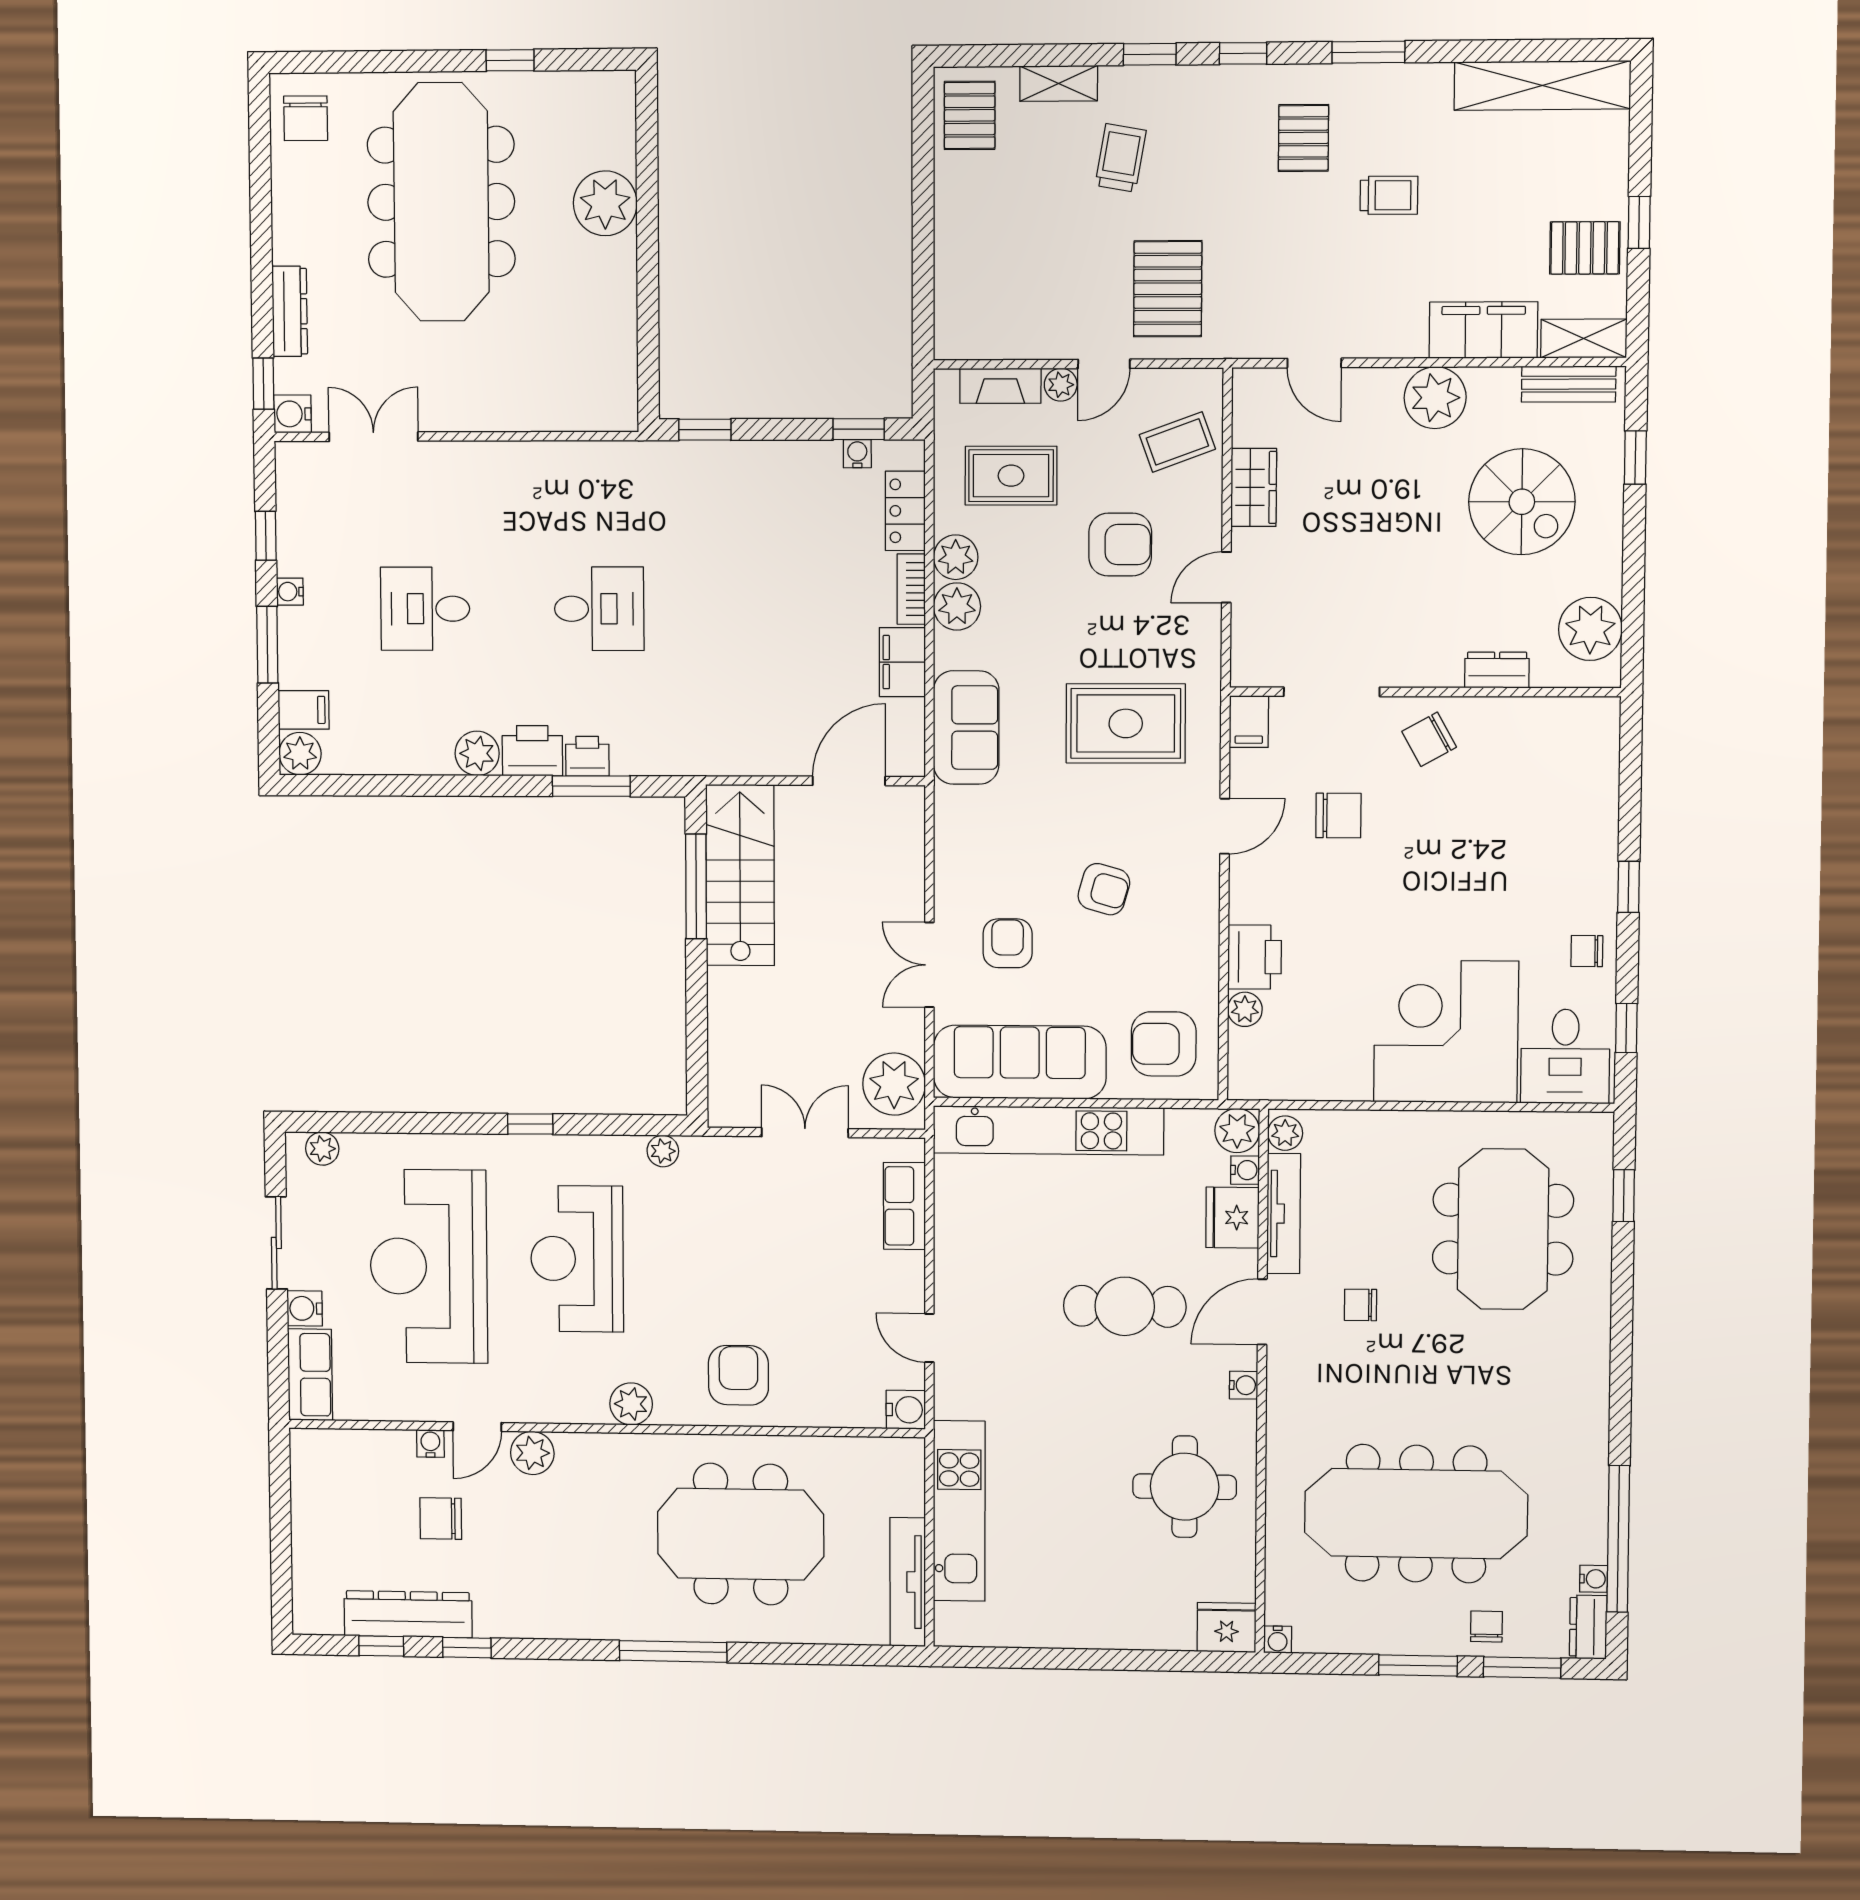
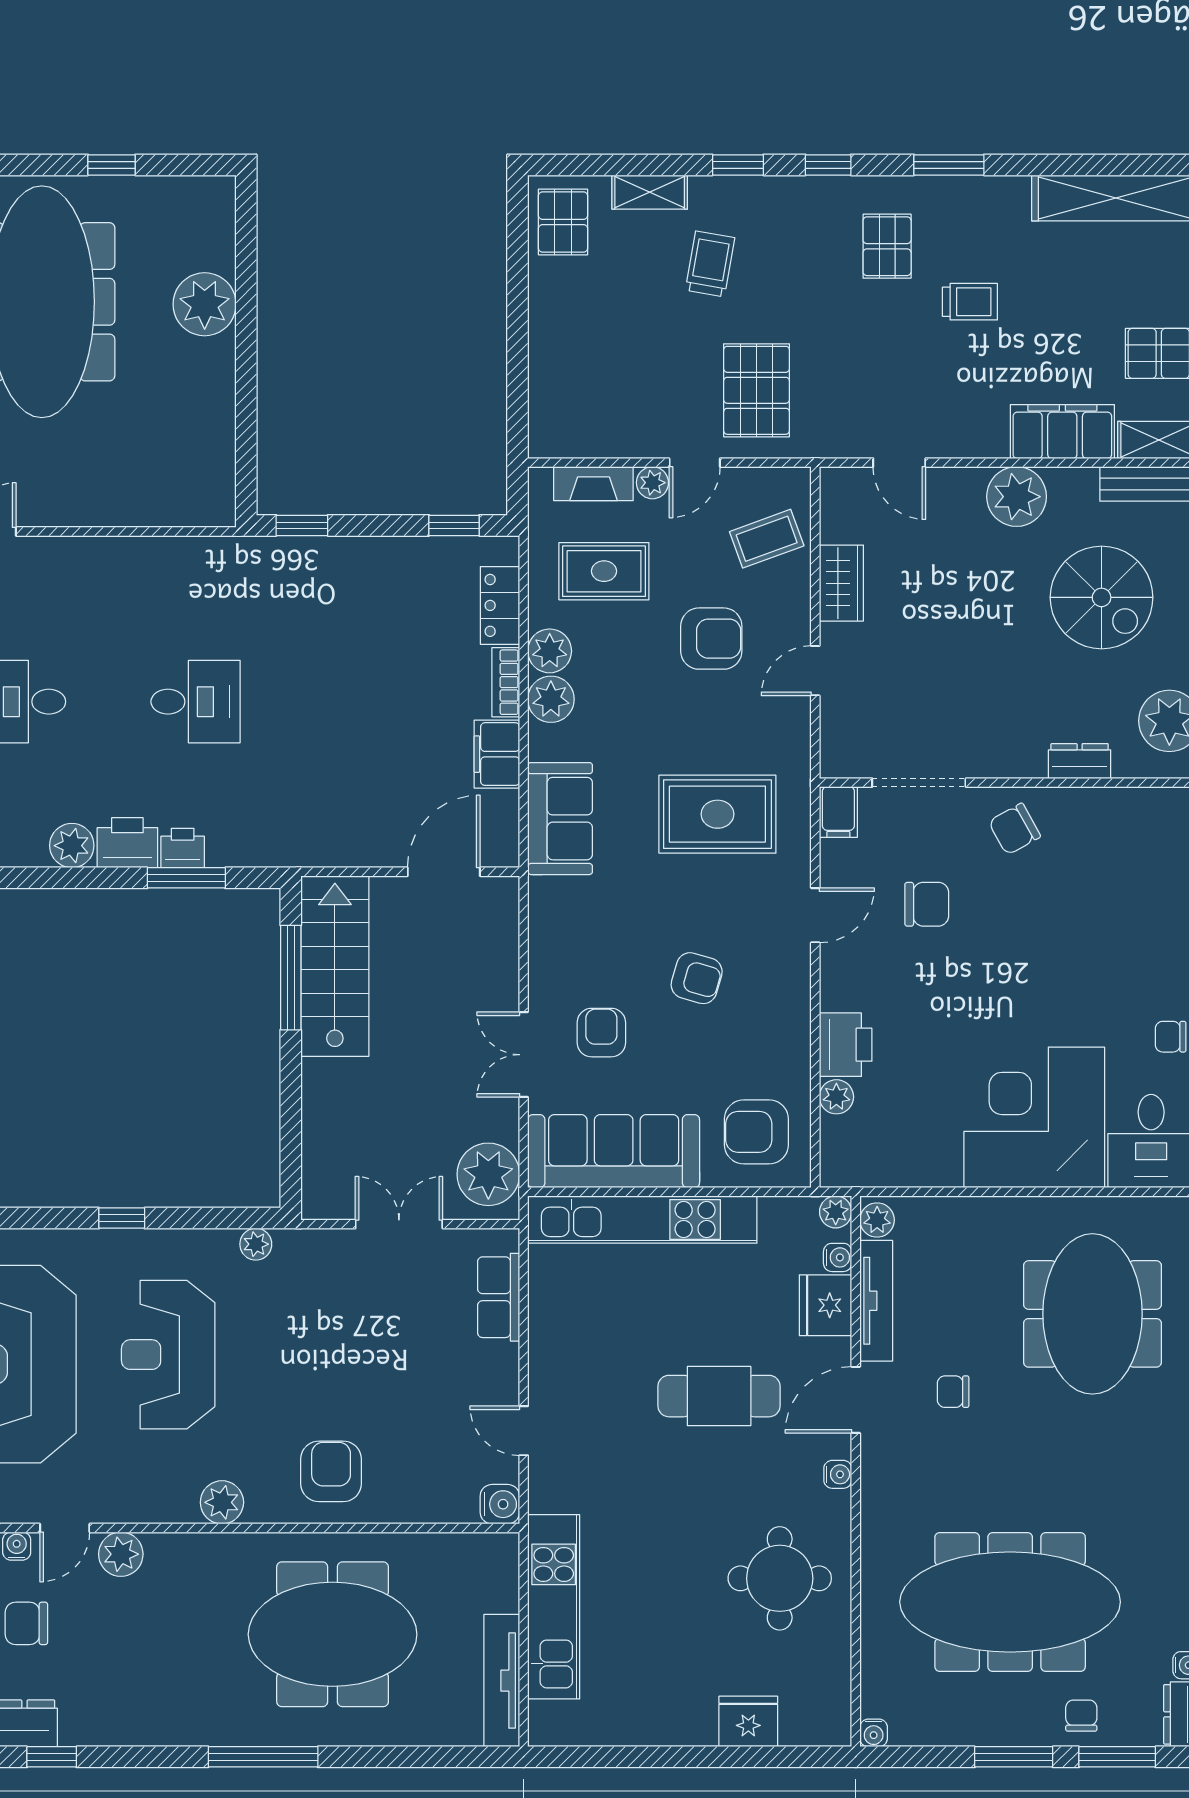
water cooler: (857, 454) -> (453, 549), removed
plant: (1237, 1131) -> (836, 1212), width x0.73, depth x0.73
fridge: (1227, 1627) -> (748, 1721), moved

